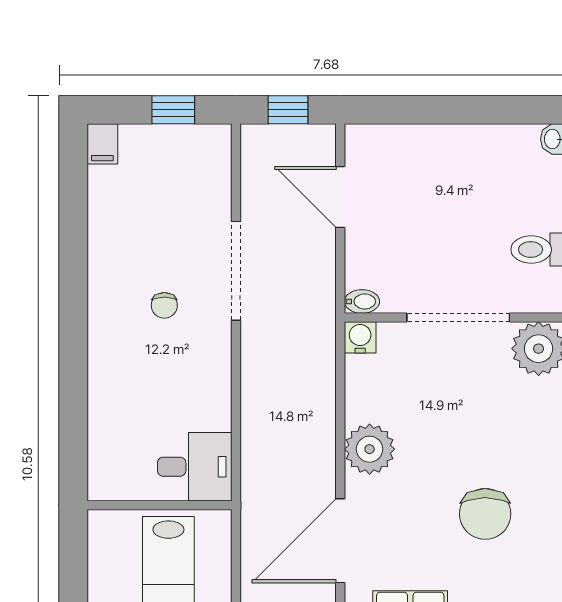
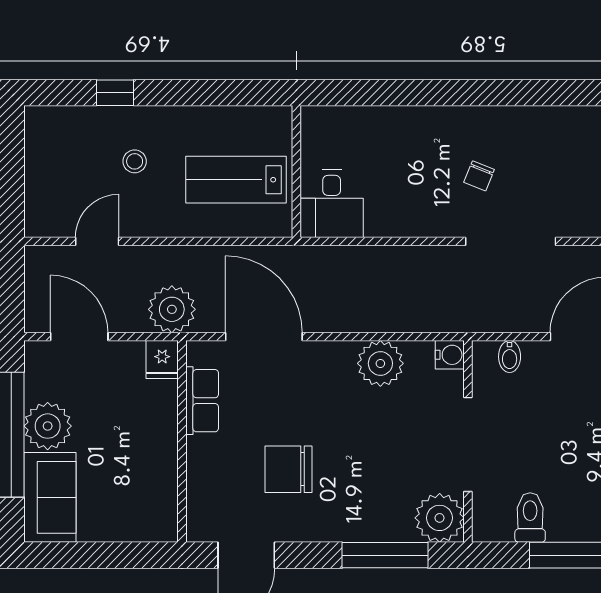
bidet: (362, 301) -> (510, 357), moved
chair: (164, 305) -> (479, 176), turned -68
plant: (370, 449) -> (380, 363), moved

